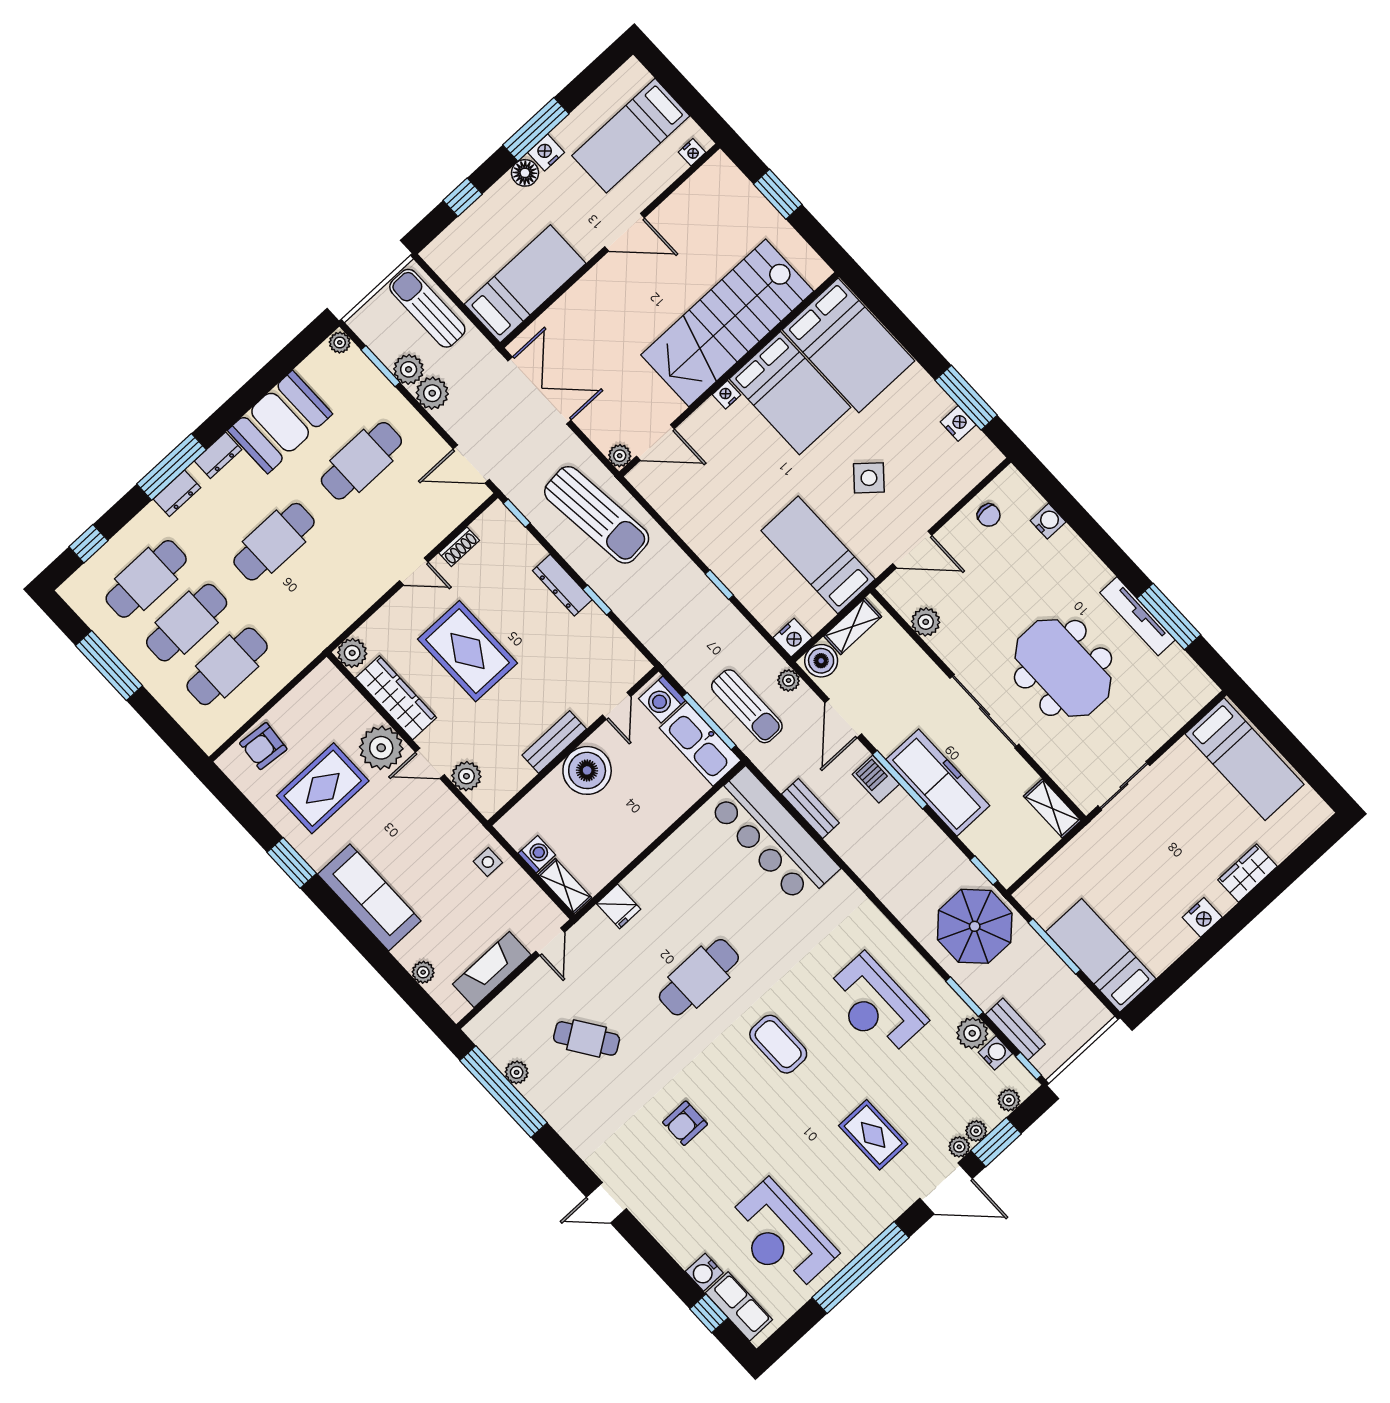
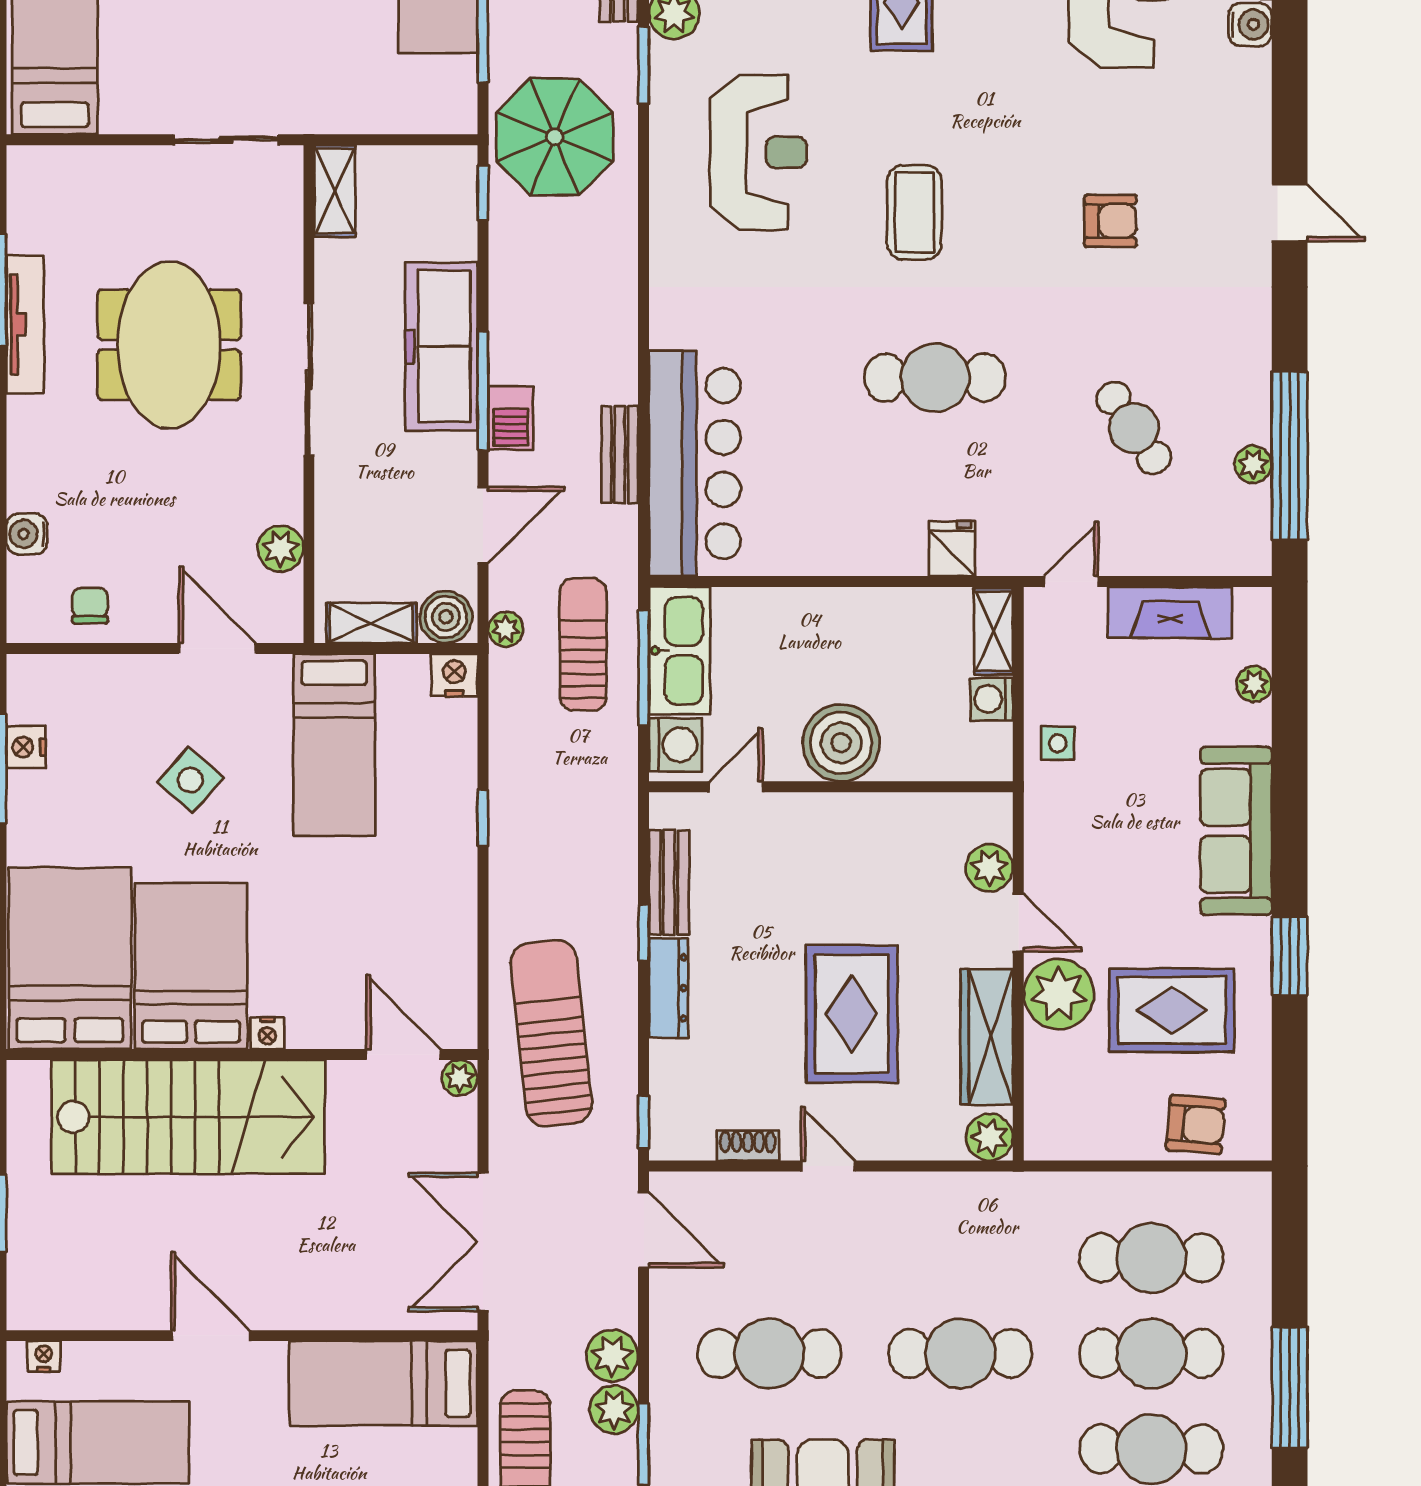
bench: (554, 742) -> (669, 882), moved, turned 90

